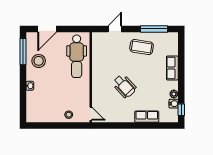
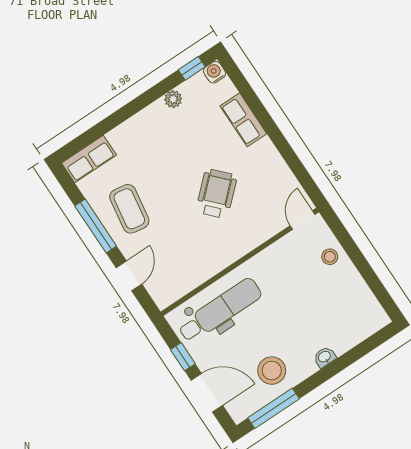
window: (68, 29) -> (183, 357), added
door: (115, 29) -> (129, 276), swing flipped
window: (154, 29) -> (96, 226), moved
row of seats: (172, 68) -> (89, 159), moved
water cooler: (174, 104) -> (215, 72), moved

